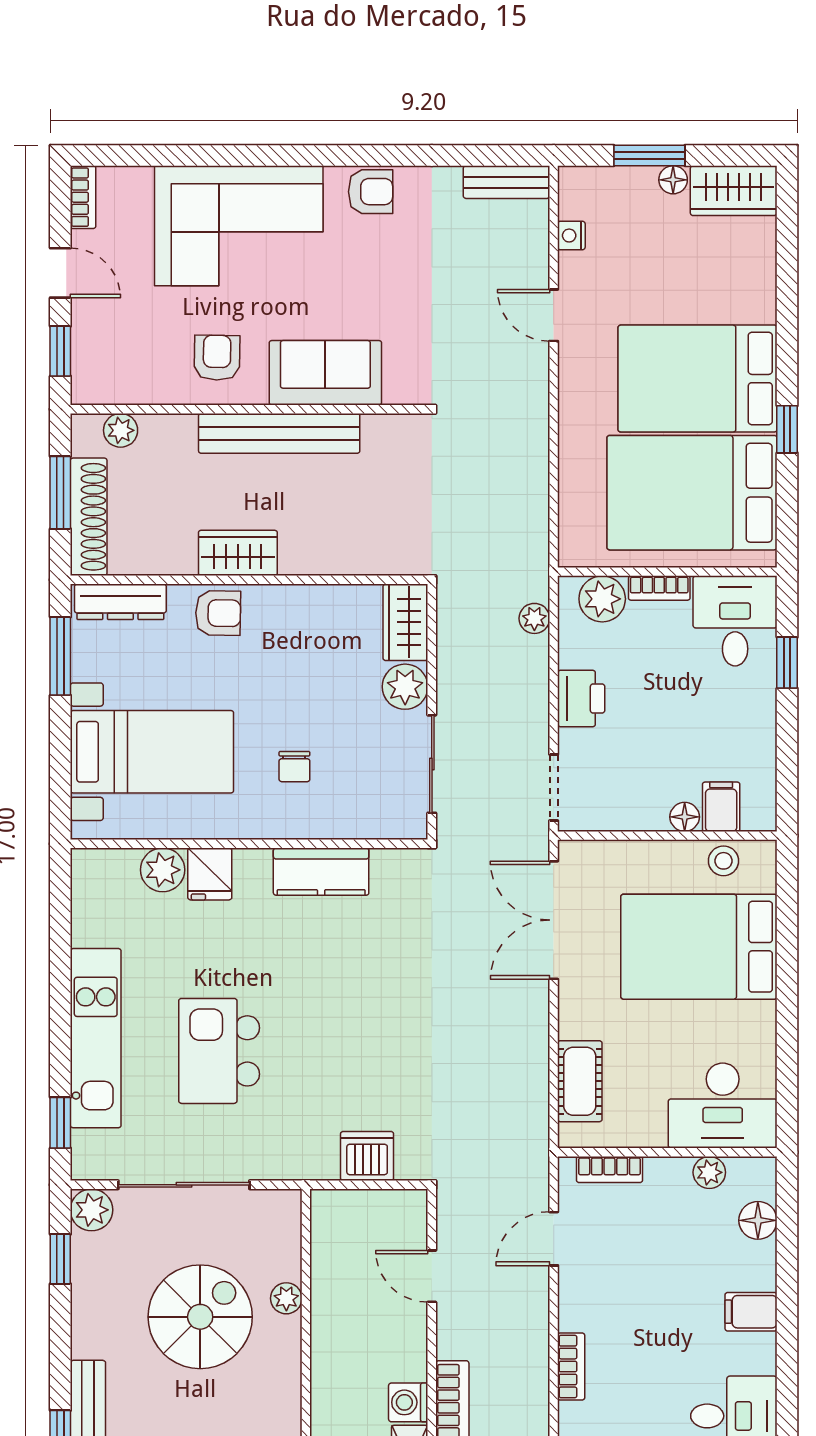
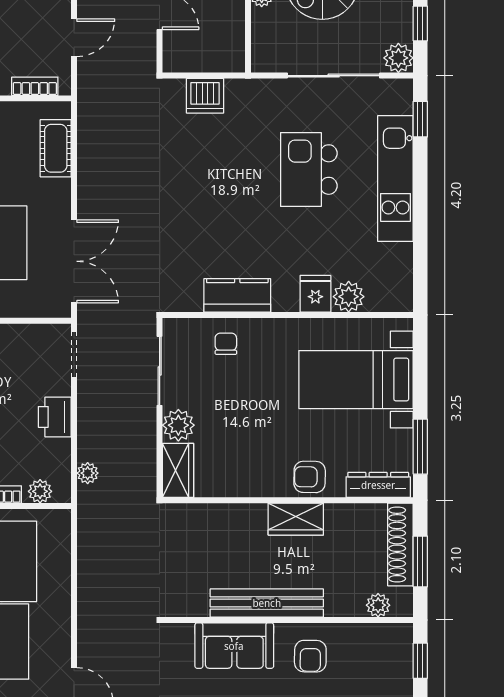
plant: (602, 599) -> (40, 491), width x0.73, depth x0.73
chair: (294, 767) -> (226, 344), moved
kitchen island: (219, 1051) -> (309, 170), turned 180

